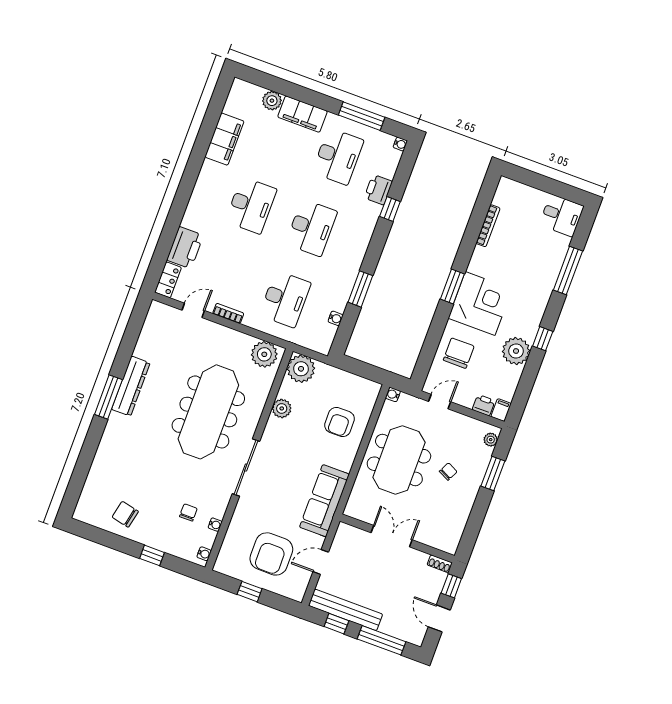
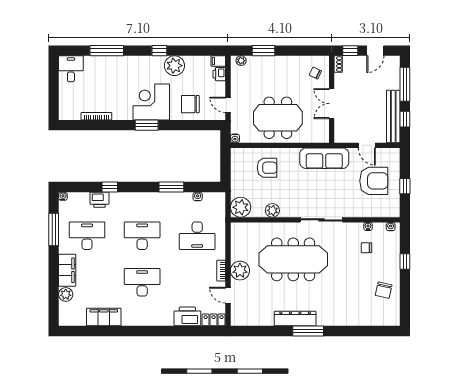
desk: (285, 299) -> (197, 236), turned 180
plant: (264, 354) -> (240, 271), moved
chair: (448, 472) -> (315, 73), moved

